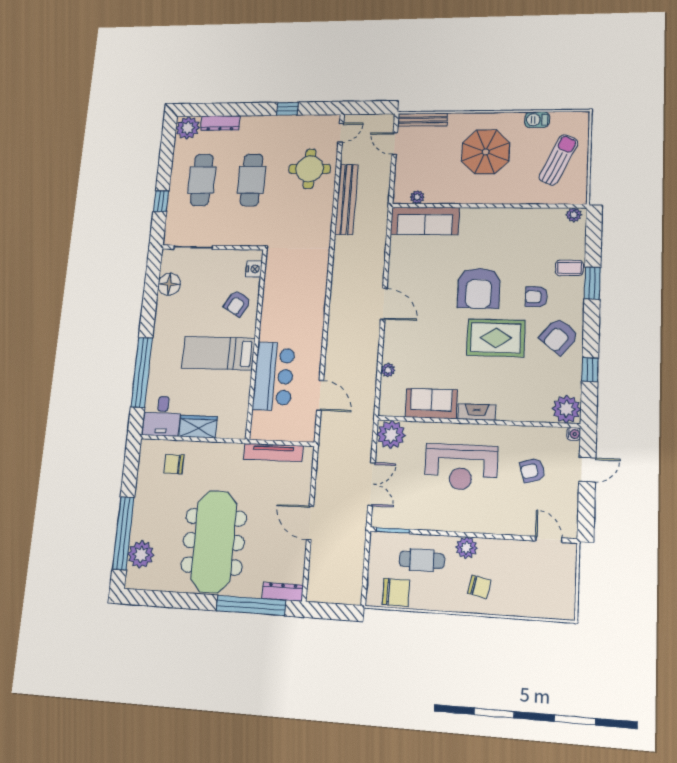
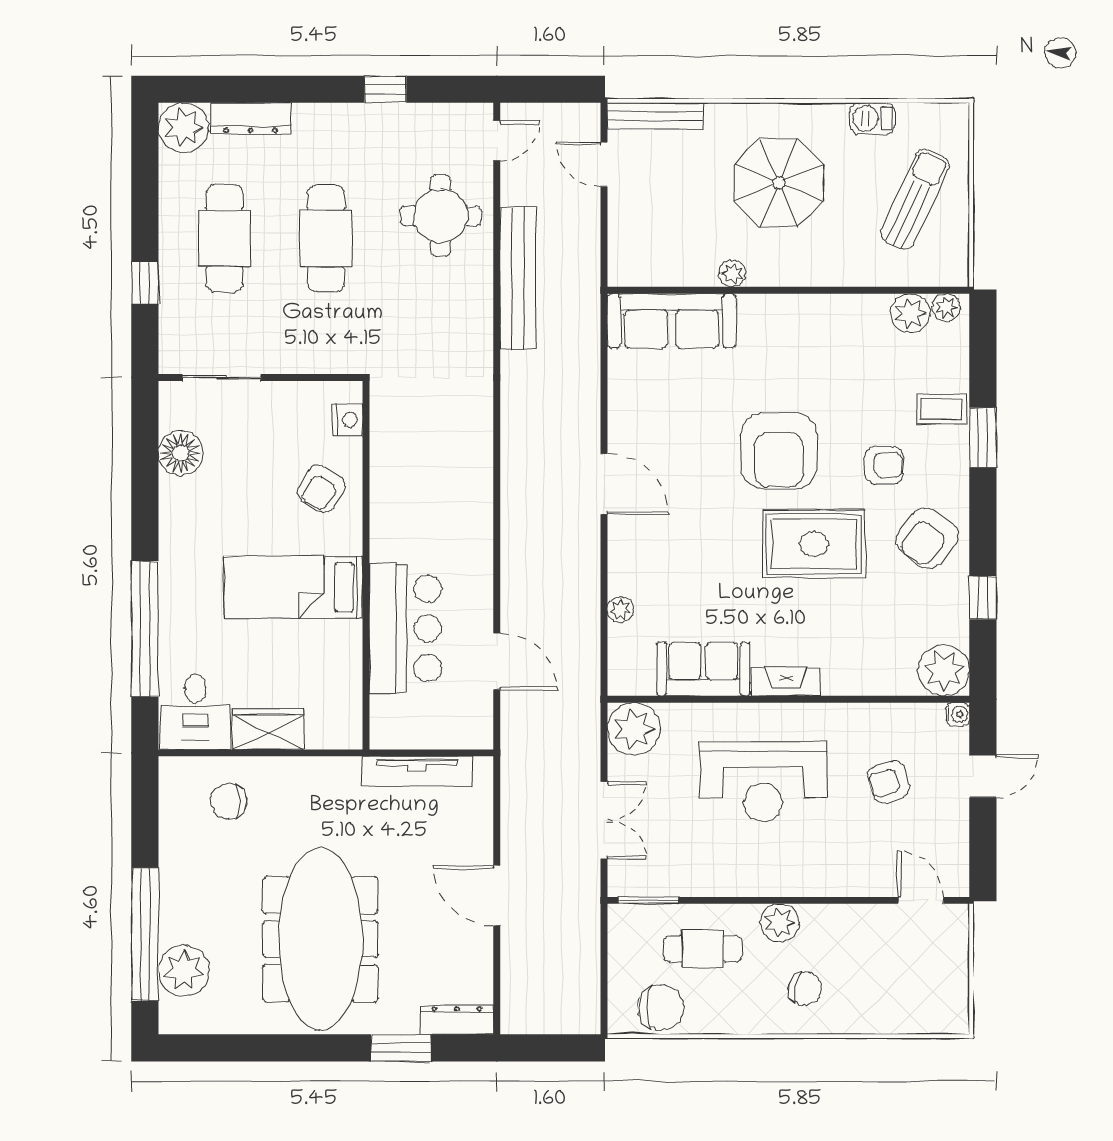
plant: (417, 197) -> (732, 274), moved
plant: (554, 218) -> (910, 313), added
armchair: (536, 297) -> (884, 465), turned 180
window: (251, 605) -> (401, 1048), width x0.47

